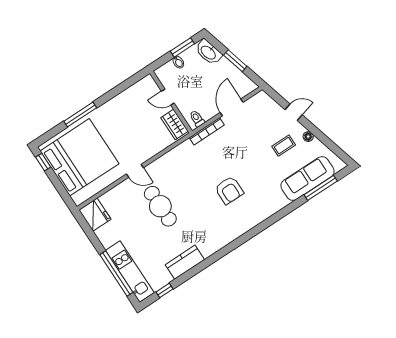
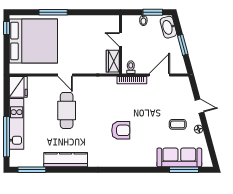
armchair: (229, 190) -> (121, 130), turned -90
kitchen counter: (185, 262) -> (66, 160), width x1.50
kitchen unit: (130, 272) -> (17, 124), moved
window: (165, 290) -> (32, 170), width x2.17

